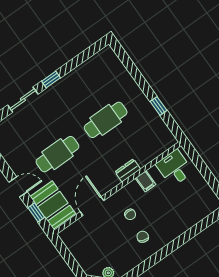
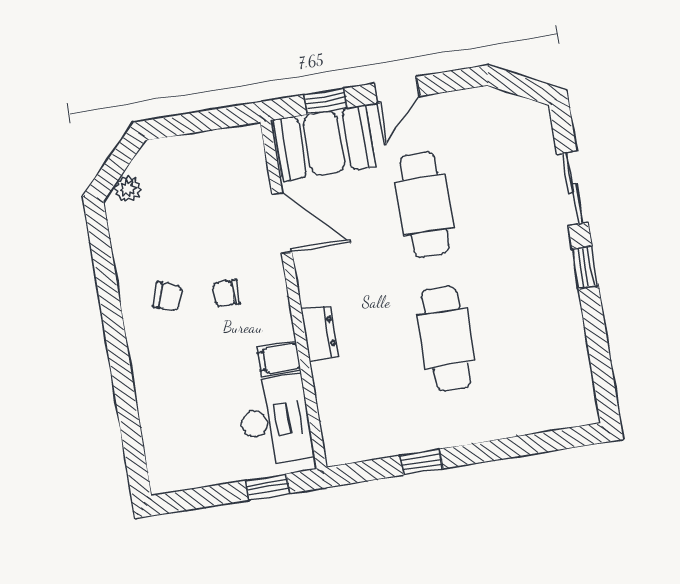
window: (198, 161) -> (268, 487), added
desk: (174, 168) -> (275, 420), width x1.37

